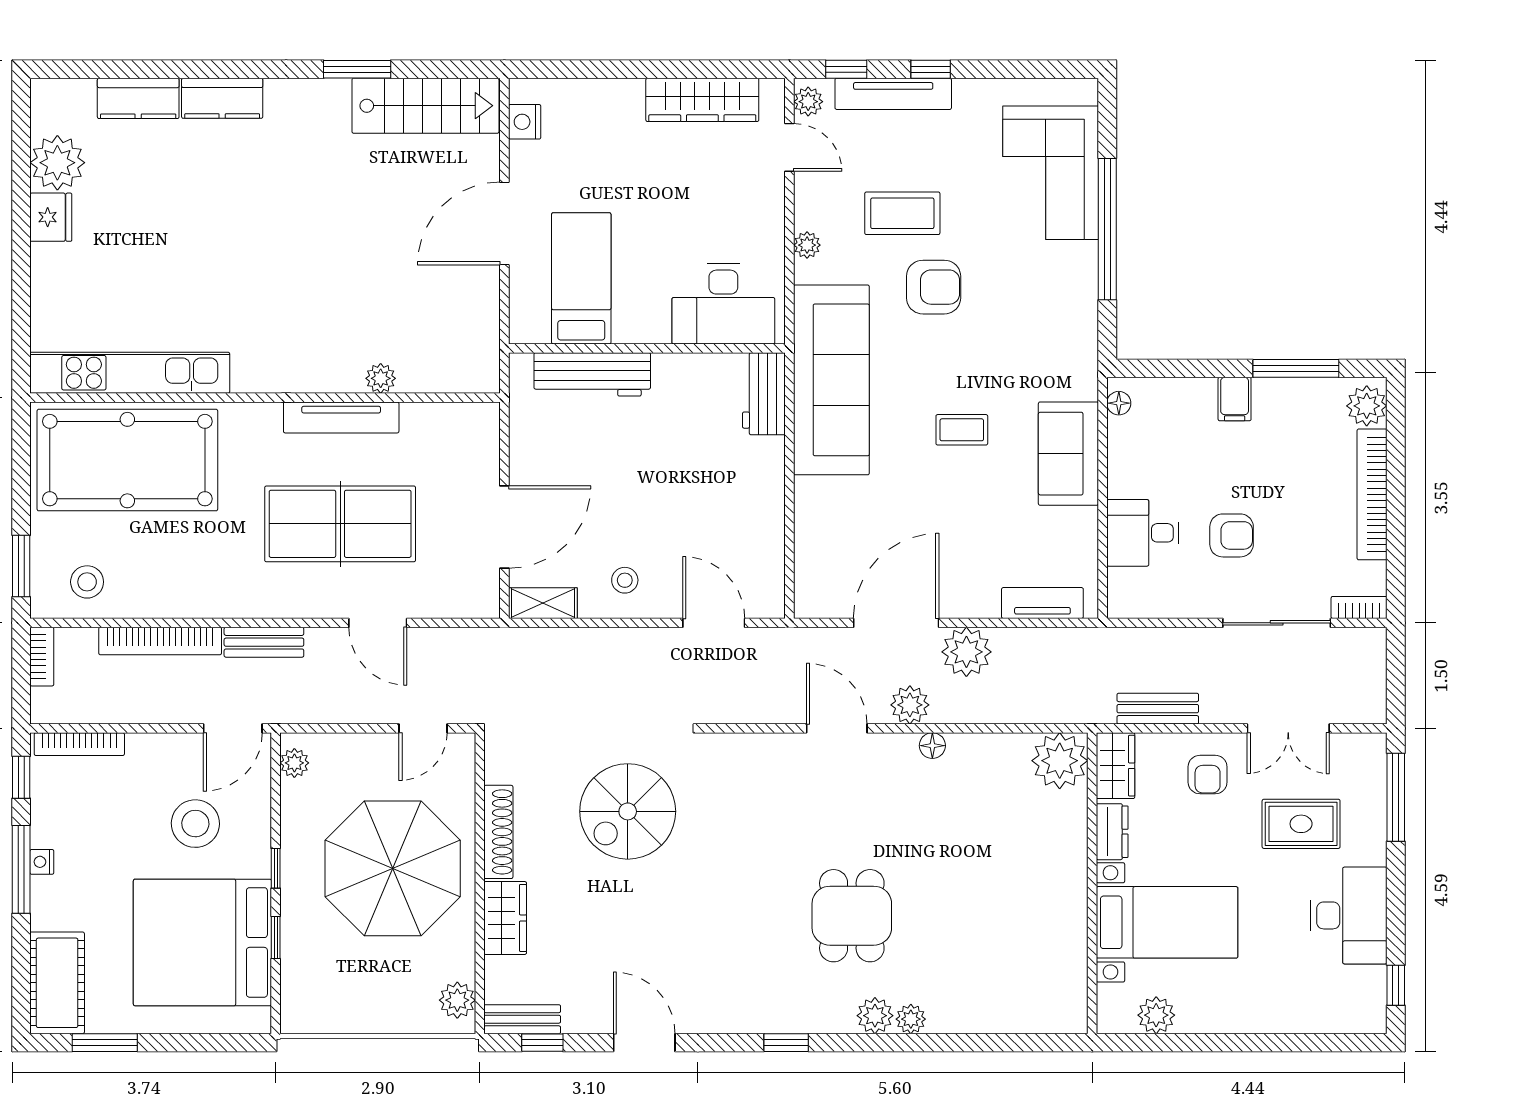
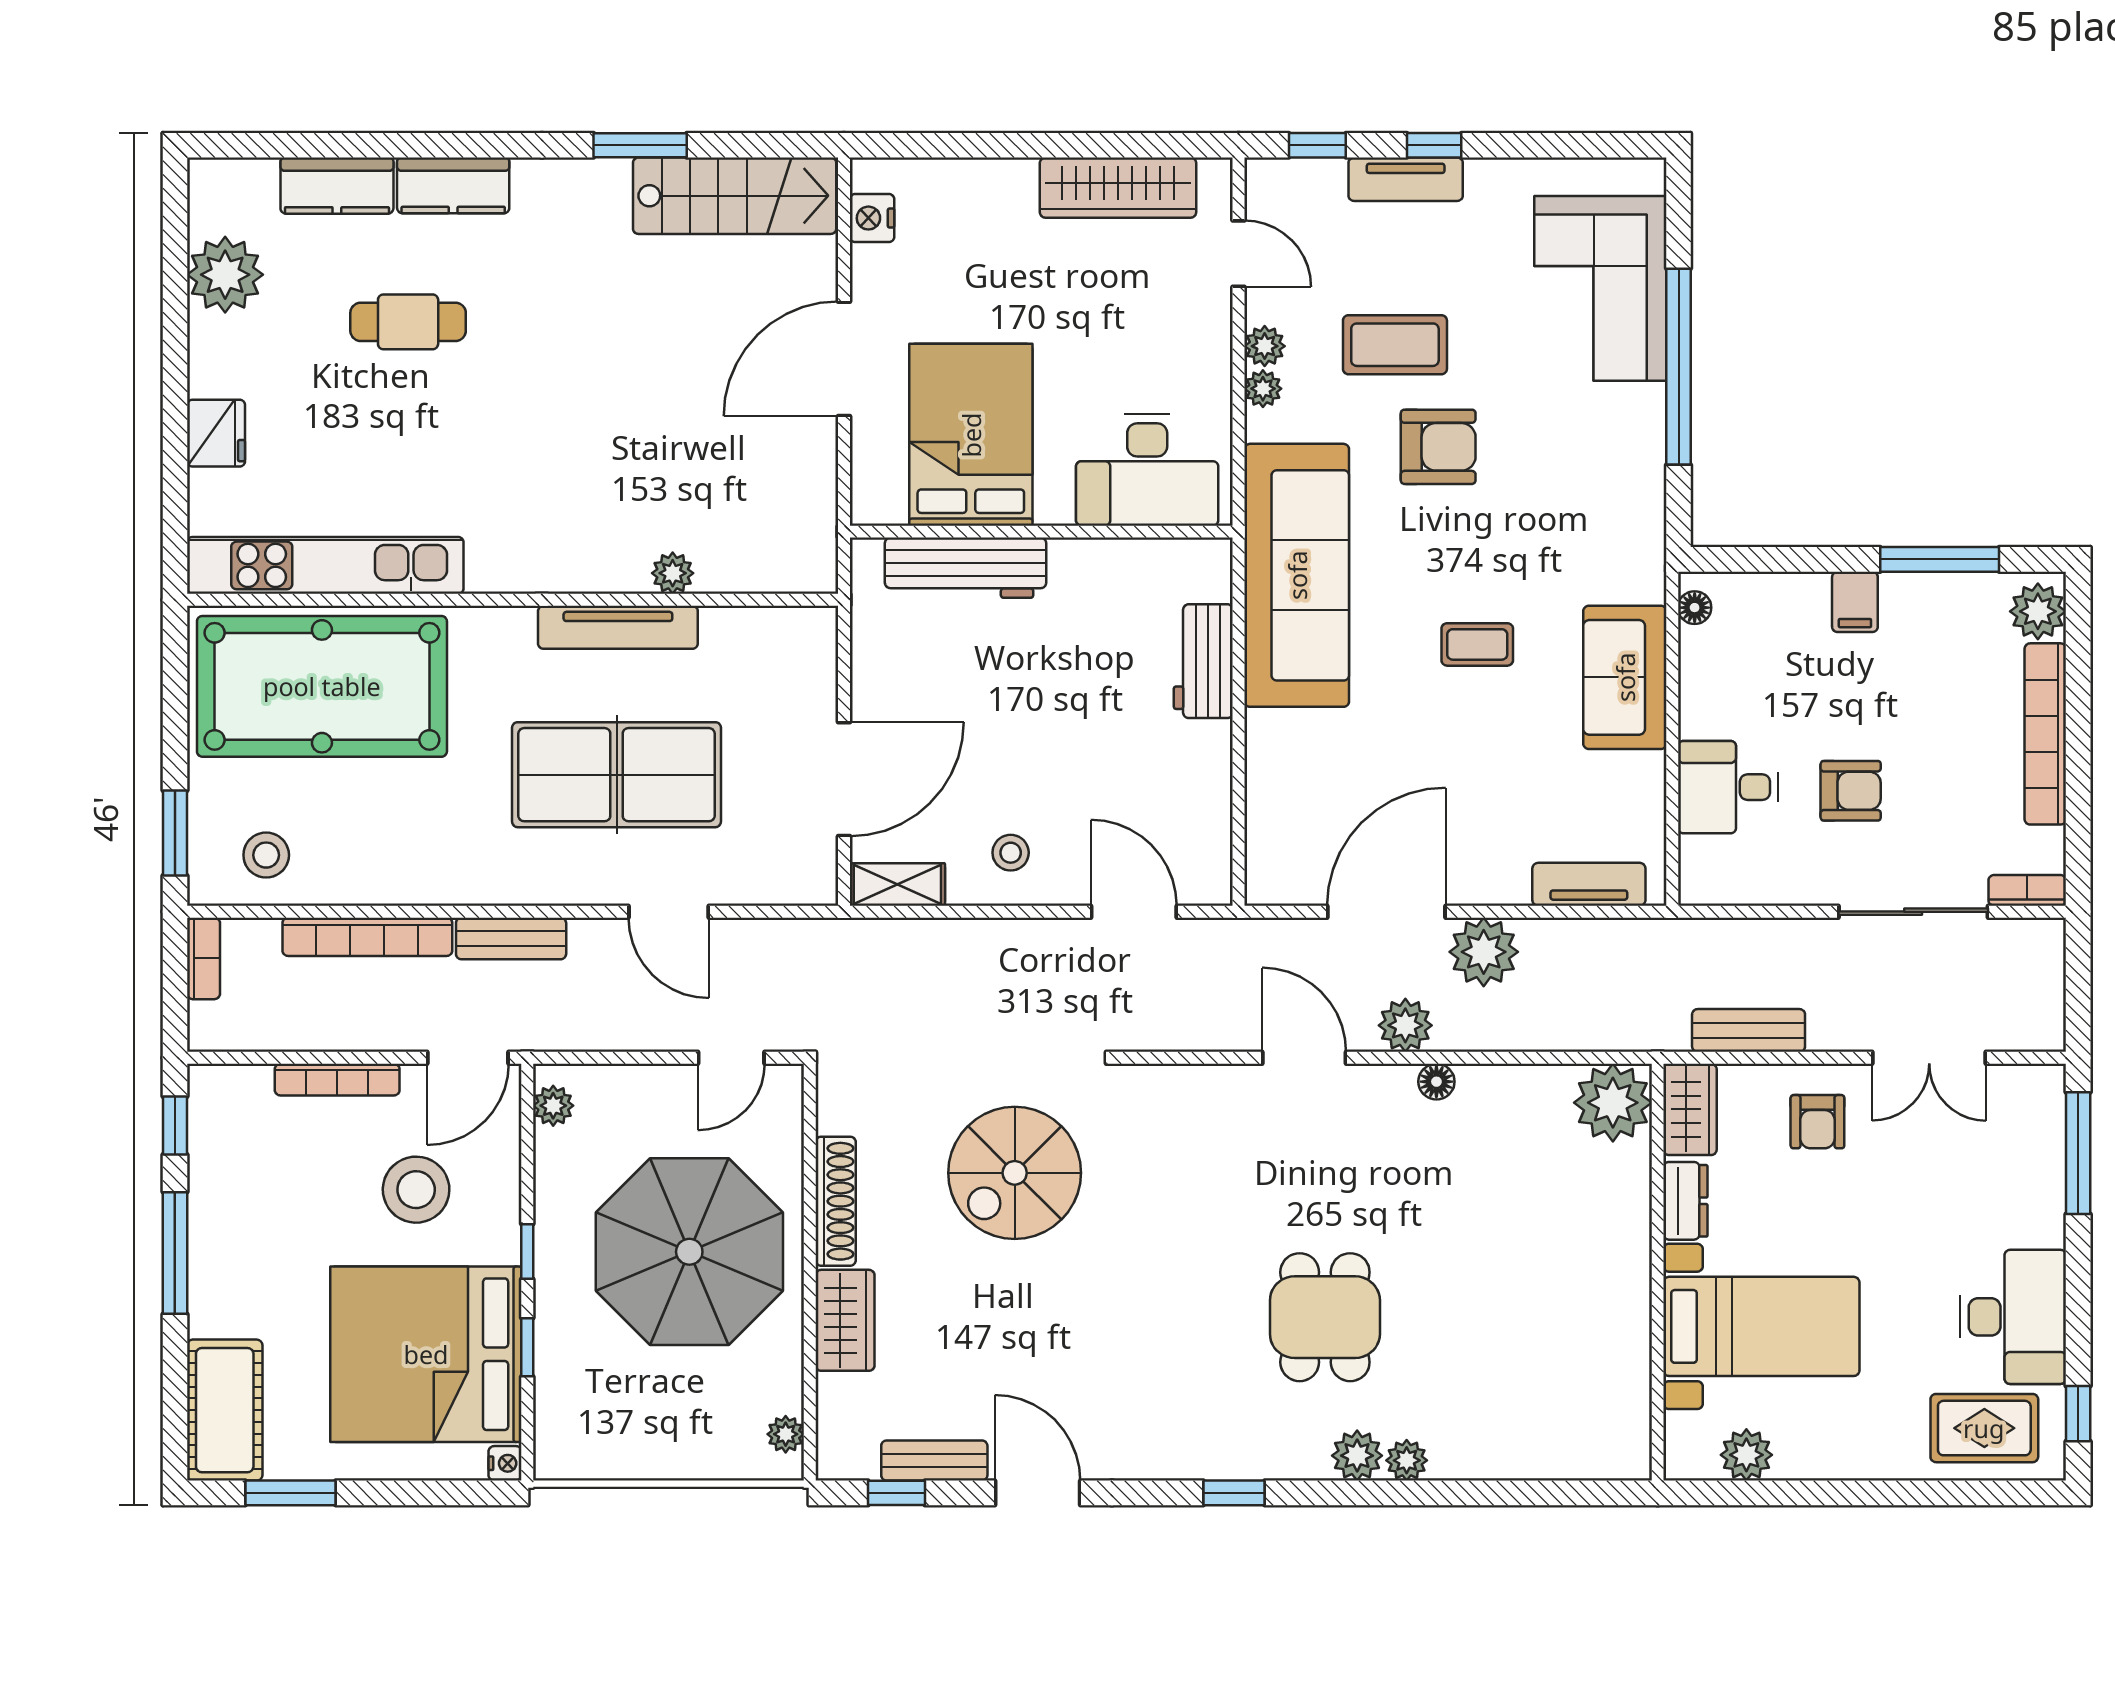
tv unit: (893, 94) -> (1406, 179), width x0.71
plant: (808, 102) -> (1265, 346), moved
cafe table: (190, 197) -> (408, 322), added
fridge: (51, 217) -> (216, 433), moved
bed: (581, 278) -> (971, 435), width x1.50
workbench: (764, 394) -> (1203, 661), moved
bookcase: (79, 744) -> (337, 1080), moved
rug: (1301, 824) -> (1984, 1428), moved
nightstand: (42, 862) -> (505, 1463), moved, turned 180
plant: (457, 1000) -> (786, 1434), width x0.73, depth x0.73
bench: (522, 1019) -> (934, 1461), moved

